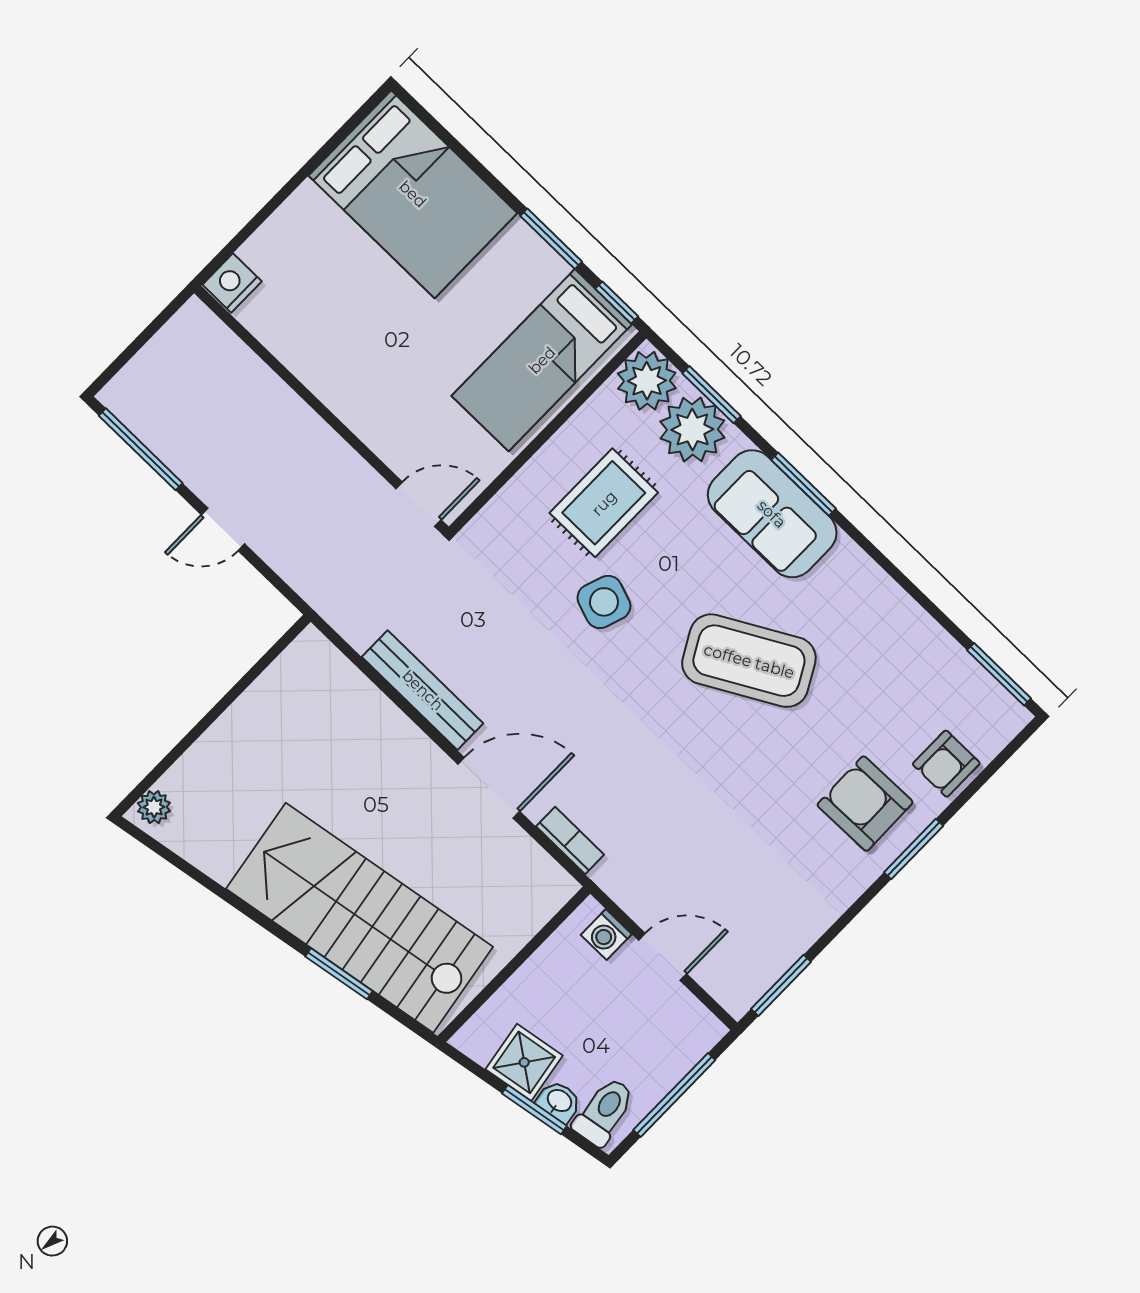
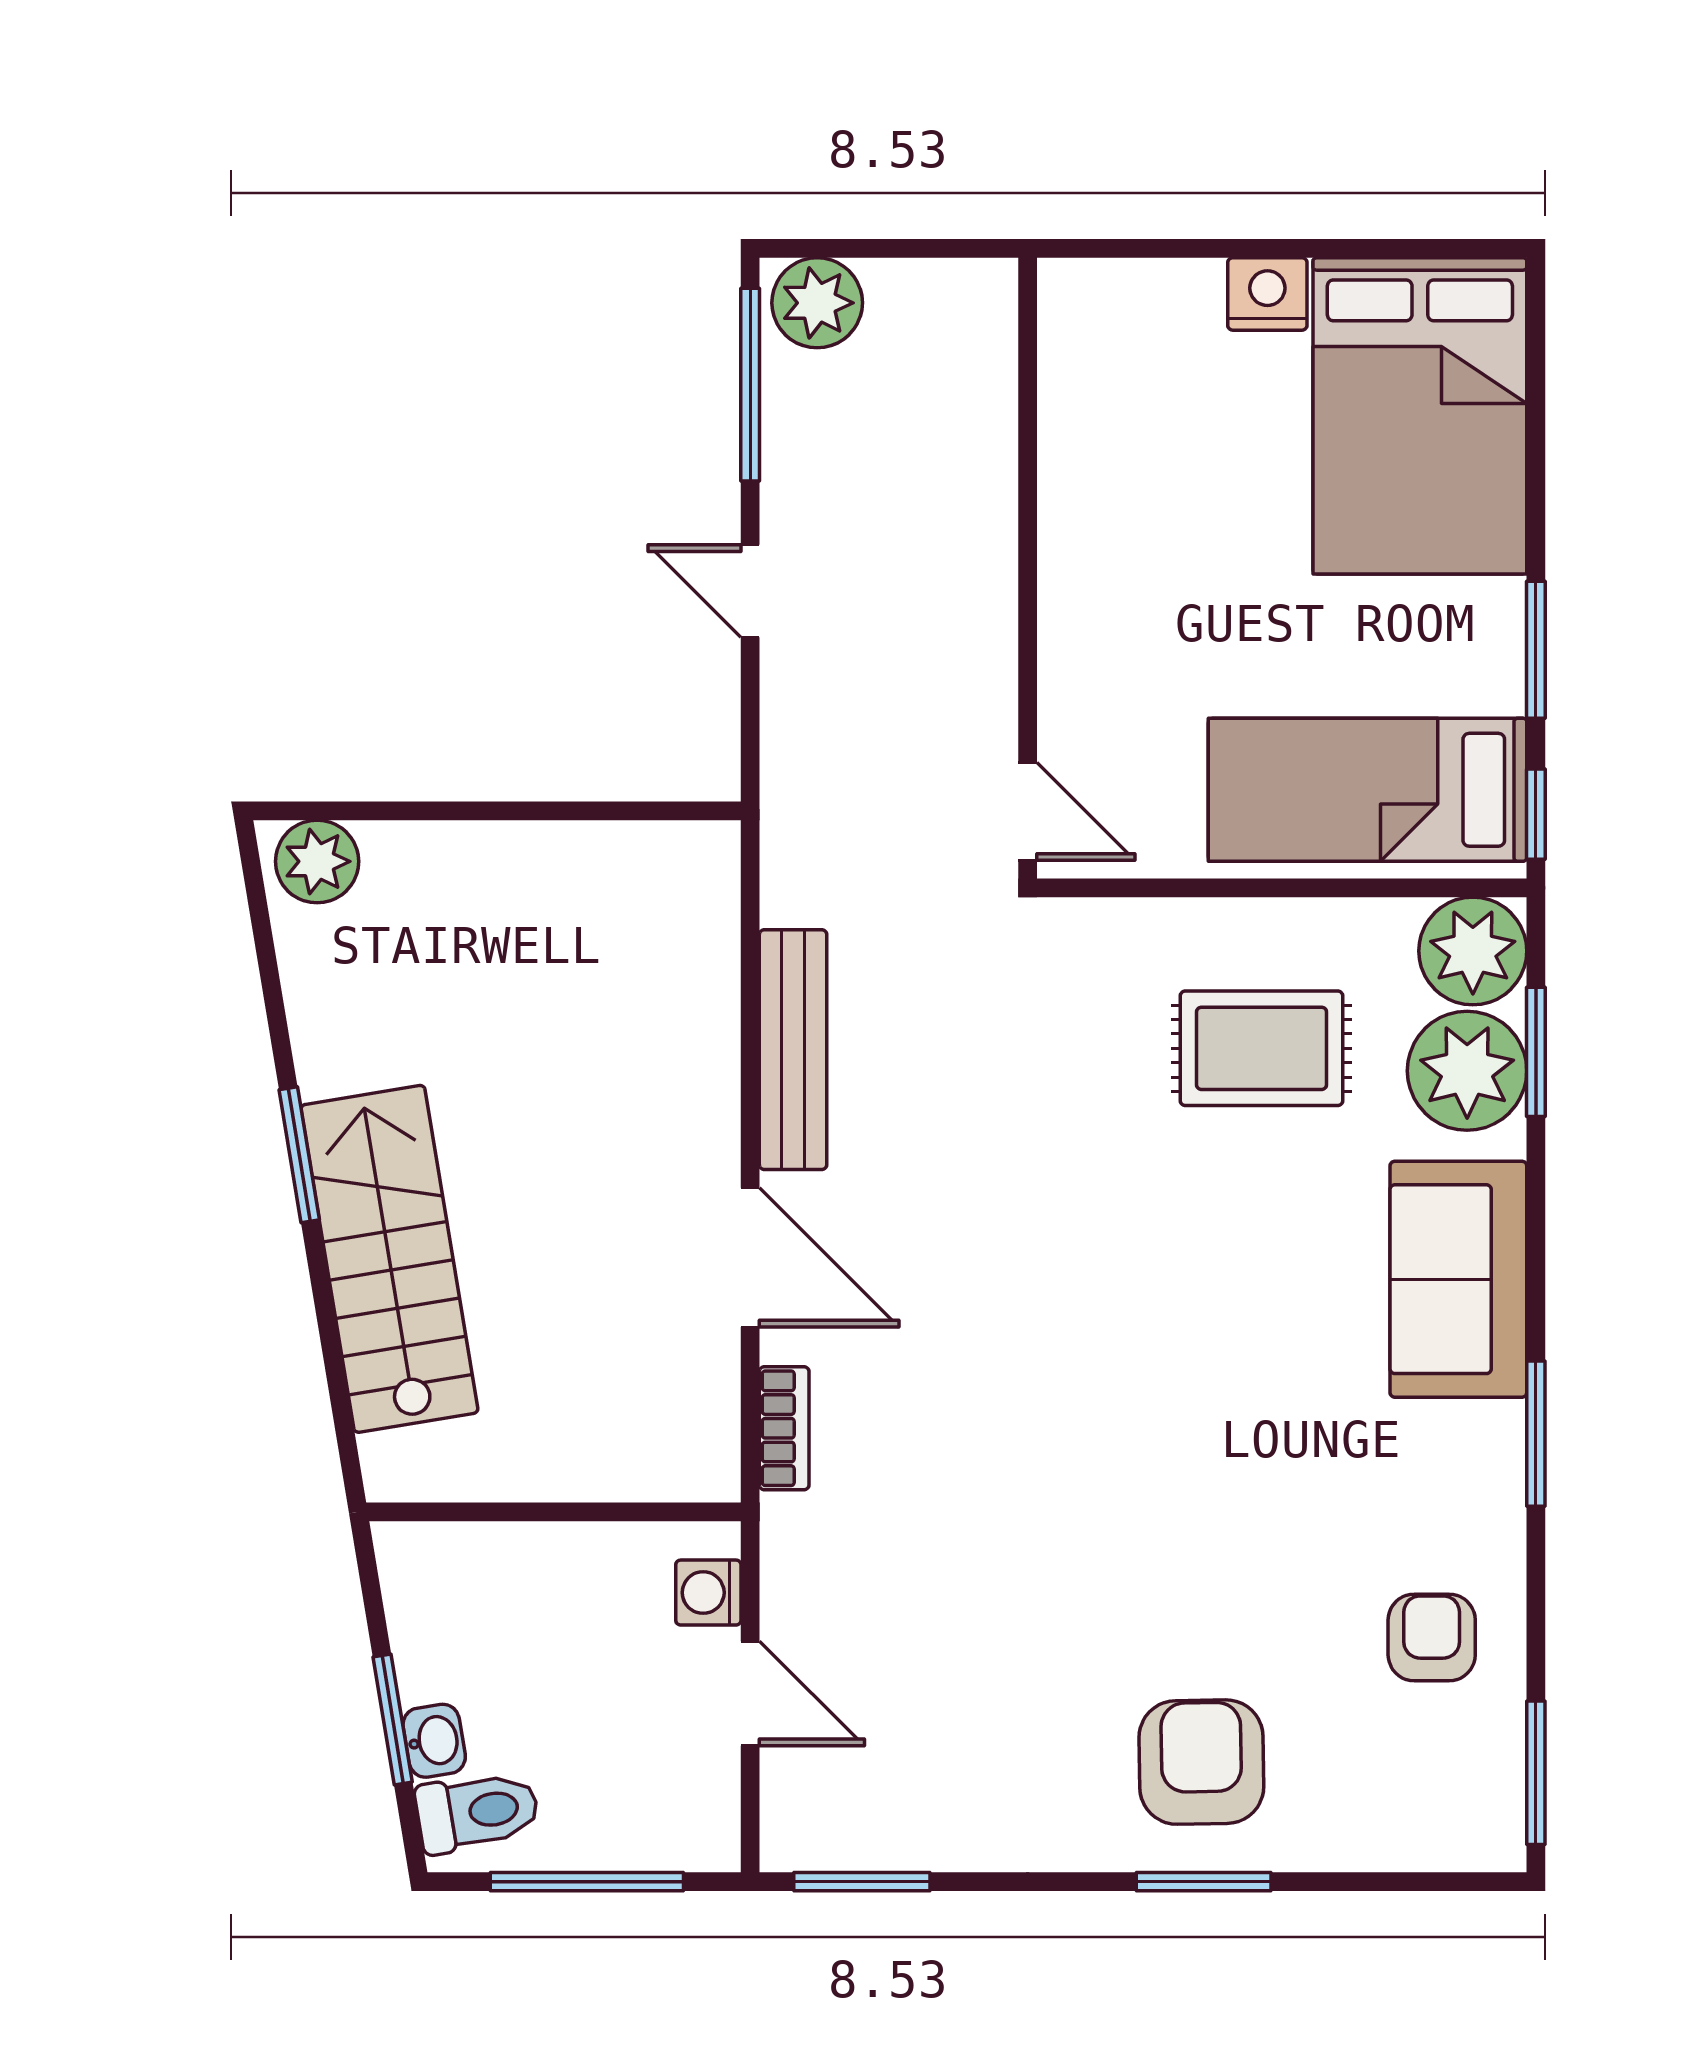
nightstand: (232, 283) -> (1267, 294), moved
plant: (134, 391) -> (817, 303), added
window: (804, 484) -> (1536, 1434), moved
side table: (604, 602) -> (1134, 1173), removed
coffee table: (749, 661) -> (1240, 1433), removed
armchair: (946, 764) -> (1432, 1637), moved, turned 90
plant: (154, 807) -> (317, 861), width x1.38, depth x1.38
stairs: (360, 918) -> (389, 1259), width x0.73, depth x0.66
window: (339, 974) -> (299, 1155), moved
shower: (524, 1062) -> (441, 1647), removed

